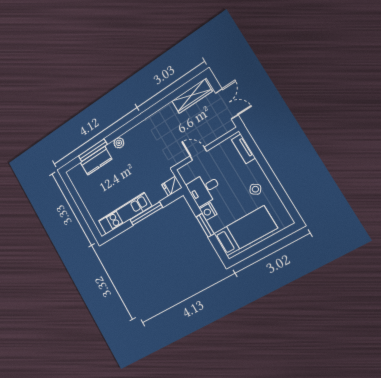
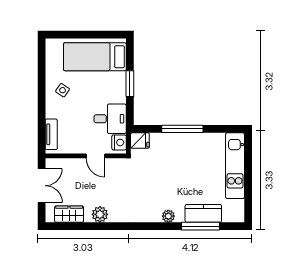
wardrobe: (192, 96) -> (69, 214), width x0.67
double door: (227, 104) -> (42, 186), swing flipped
plant: (169, 111) -> (100, 214), added
nightstand: (208, 212) -> (119, 142), moved
kitchen unit: (125, 214) -> (235, 166), moved, turned 90

